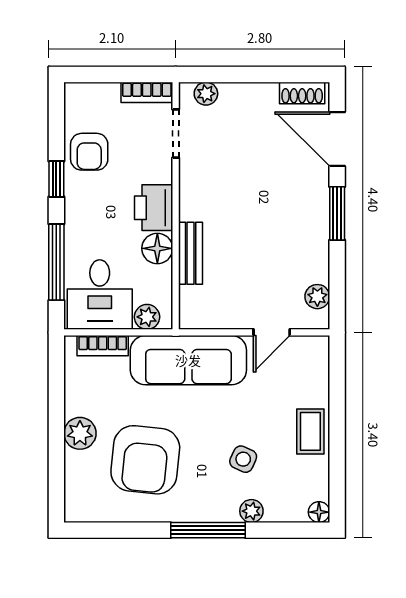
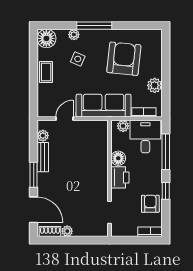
bookcase: (147, 92) -> (150, 232), moved
plant: (206, 94) -> (67, 231), moved
bench: (191, 253) -> (43, 157), moved
plant: (80, 433) -> (155, 85), moved
floor lamp: (319, 512) -> (46, 38), width x1.89, depth x1.89

